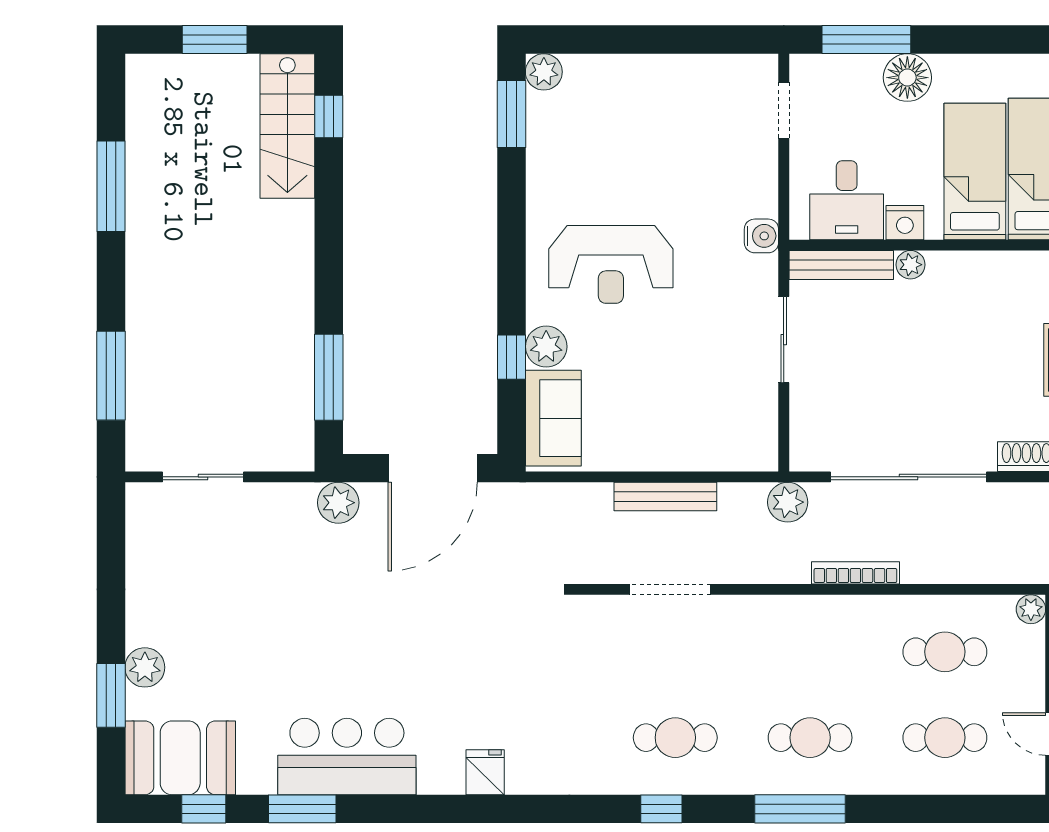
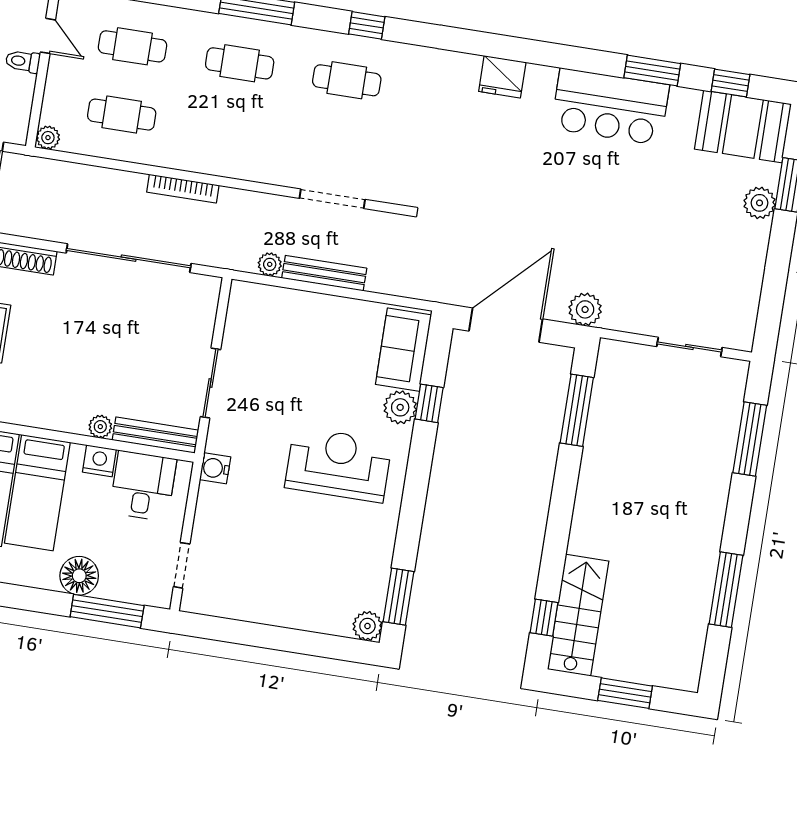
plant: (788, 502) -> (270, 264), moved, width x0.73, depth x0.73
fridge: (485, 772) -> (502, 77), width x1.38

